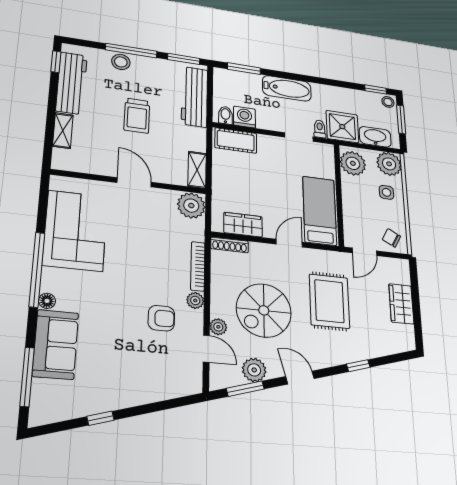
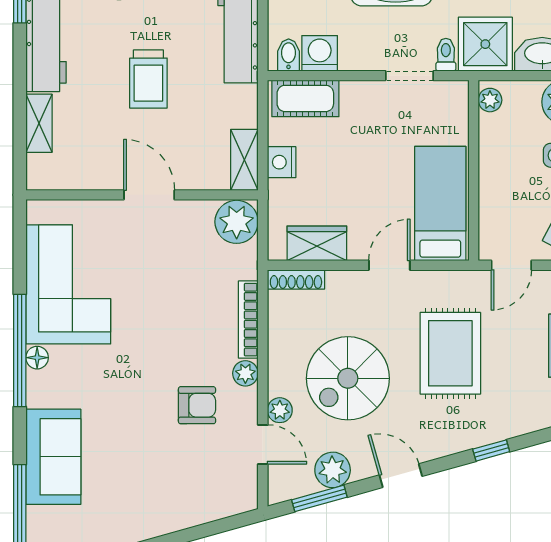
plant: (353, 163) -> (490, 100), width x0.53, depth x0.53
nightstand: (221, 174) -> (282, 162), added
floor lamp: (47, 301) -> (37, 358), moved

